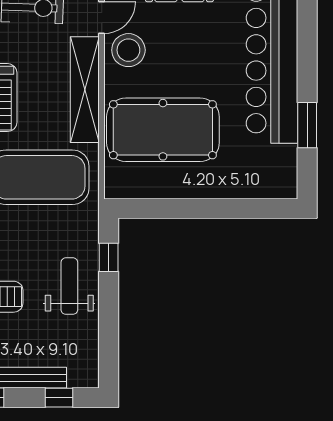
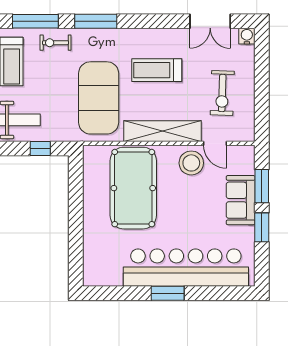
window: (307, 125) -> (168, 293), moved

